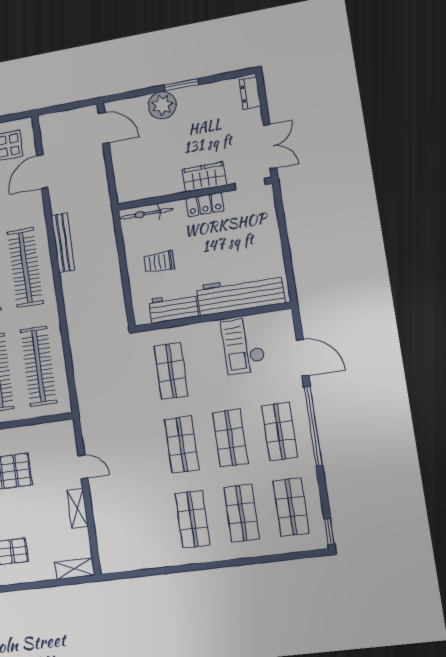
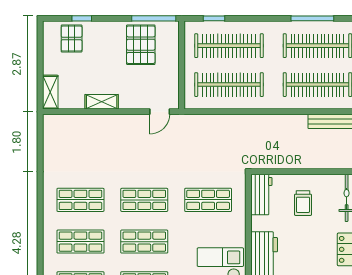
trolley: (159, 262) -> (303, 203), turned 180
workbench: (174, 308) -> (261, 195), moved
door: (83, 467) -> (160, 112), moved

